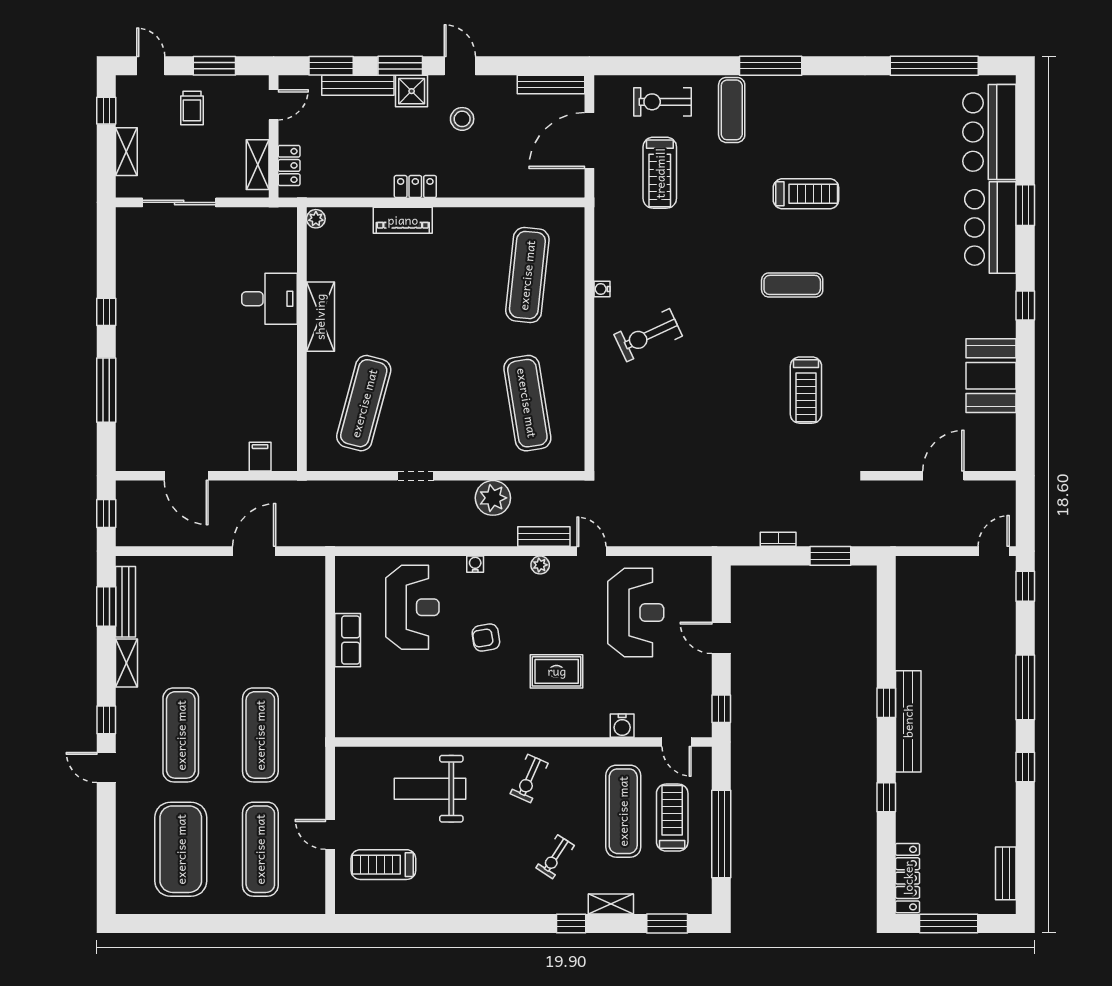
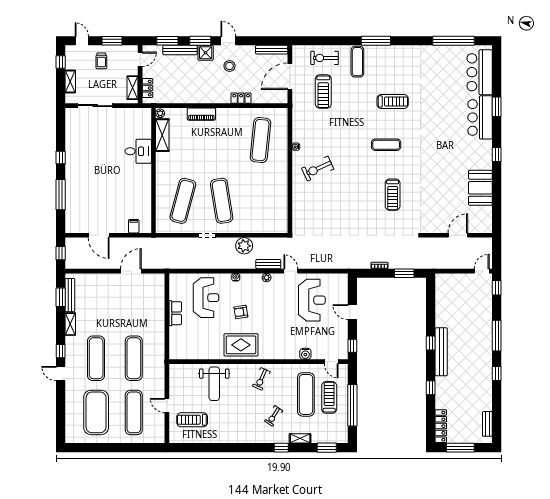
locker: (415, 187) -> (241, 98), moved
shelving: (320, 317) -> (162, 135), moved
exercise mat: (527, 403) -> (222, 201), moved
rug: (557, 671) -> (241, 345), moved, width x1.36, depth x1.43
weight bench: (430, 789) -> (214, 384), turned -90

